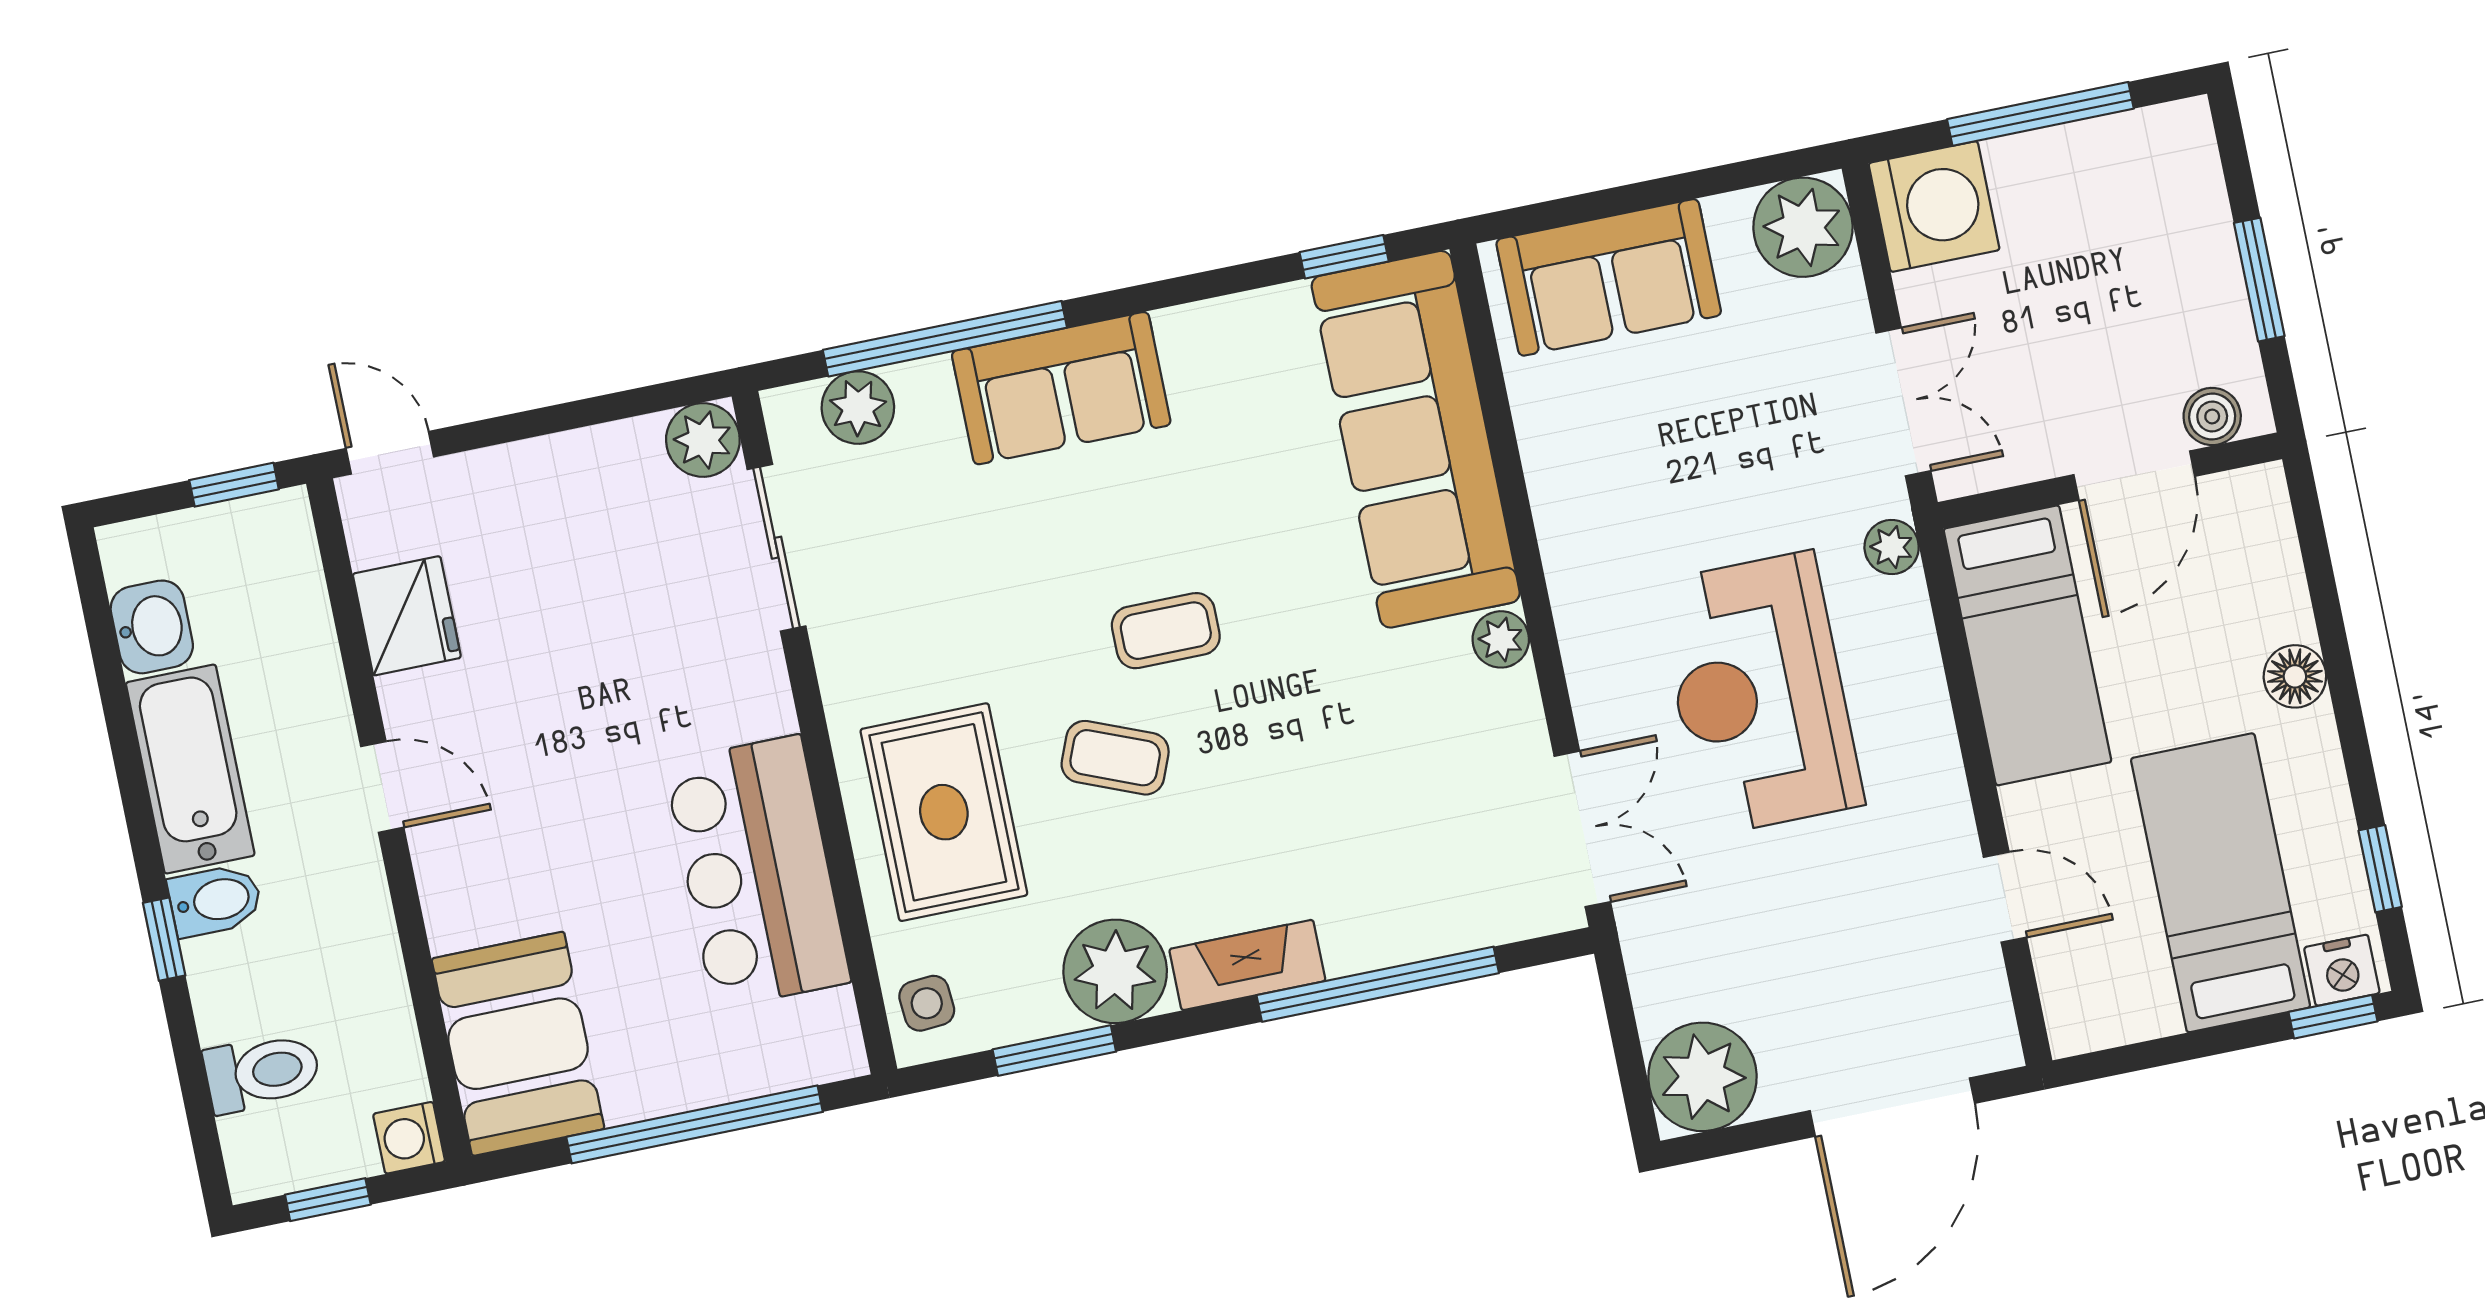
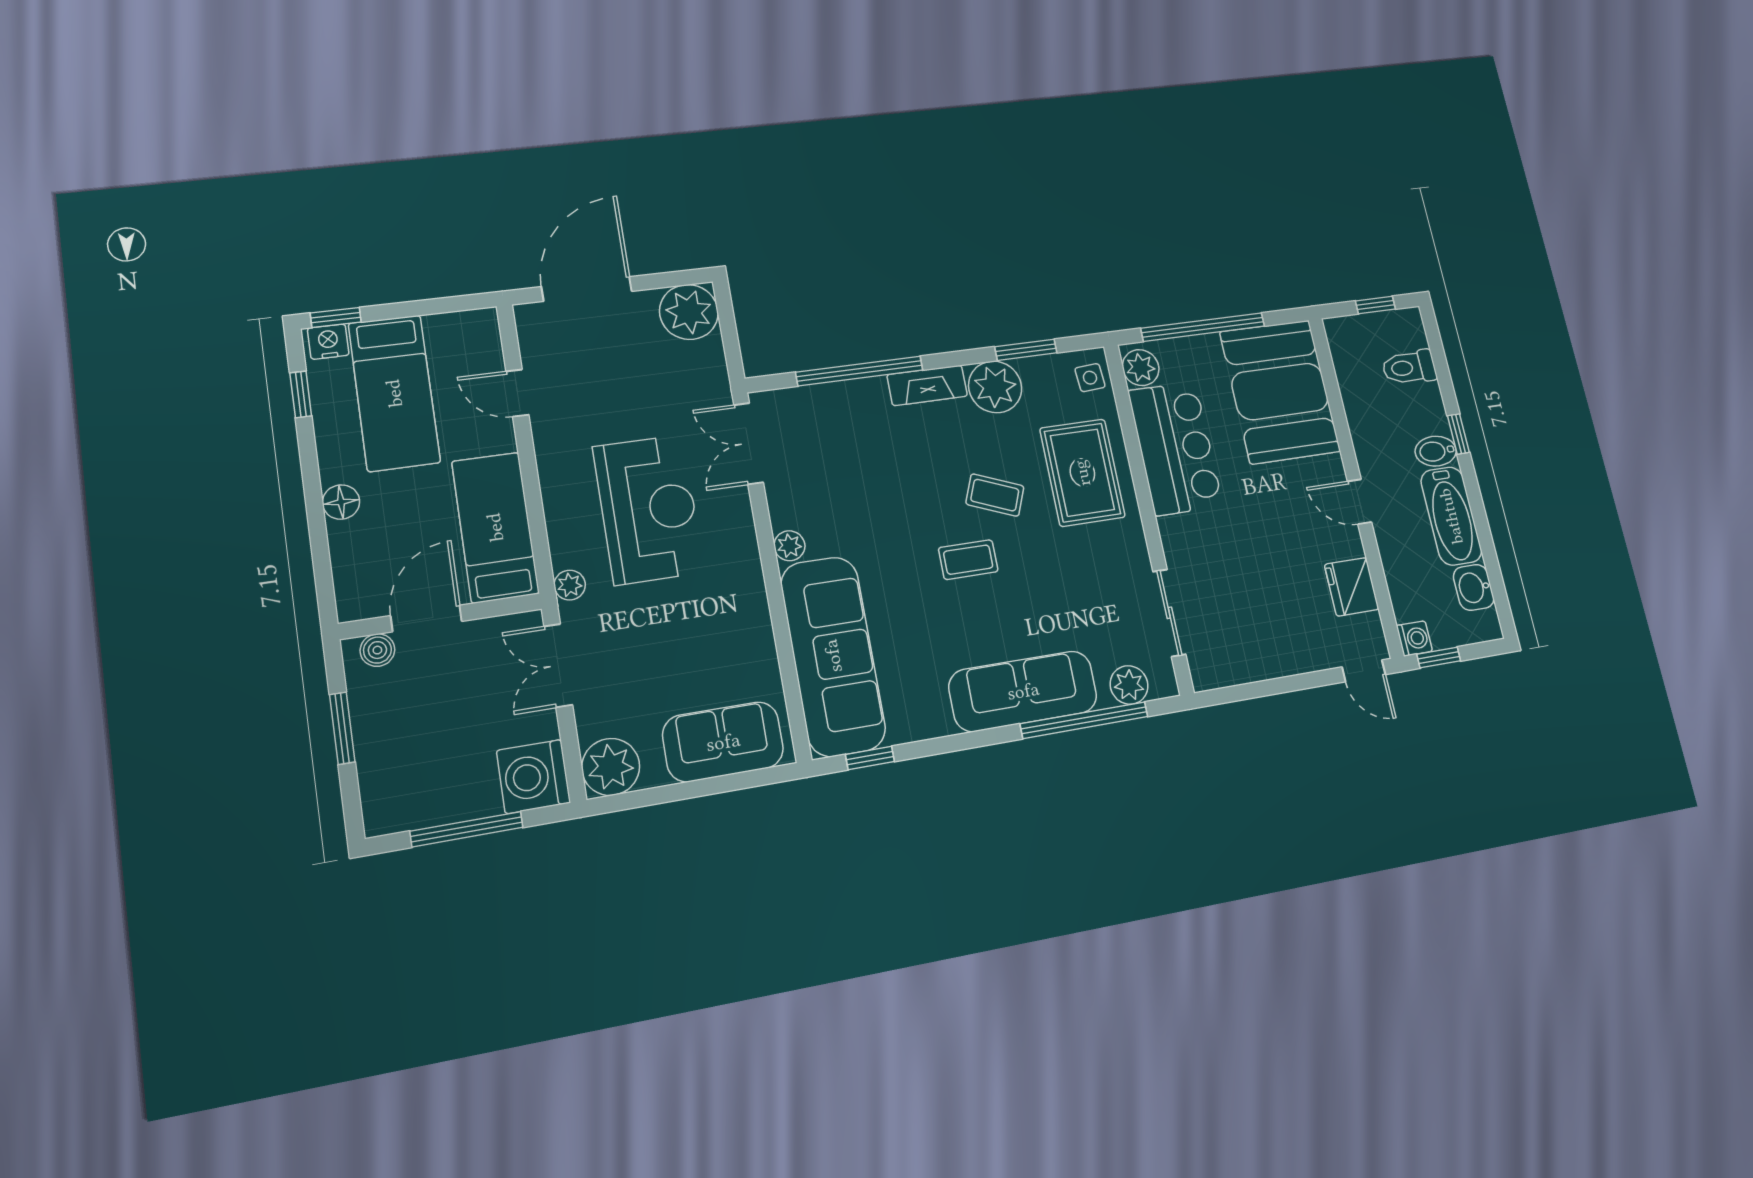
sofa: (1061, 388) -> (1023, 691), width x1.36
plant: (703, 440) -> (1141, 368), moved
booth: (518, 1044) -> (1280, 391), width x1.36, depth x1.42
washing machine: (409, 1138) -> (1414, 638), moved

